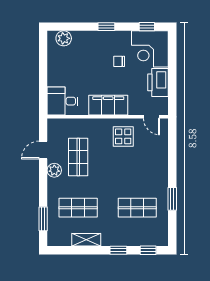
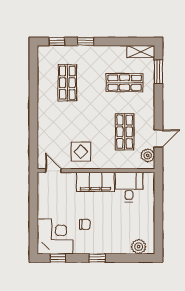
printer: (158, 82) -> (47, 204), removed
desk: (62, 101) -> (129, 187), moved, turned -90
plant: (54, 170) -> (148, 155), moved
window: (172, 199) -> (33, 91), removed
shop shelf: (137, 208) -> (67, 83), turned 90
shelving: (86, 240) -> (141, 52), moved

